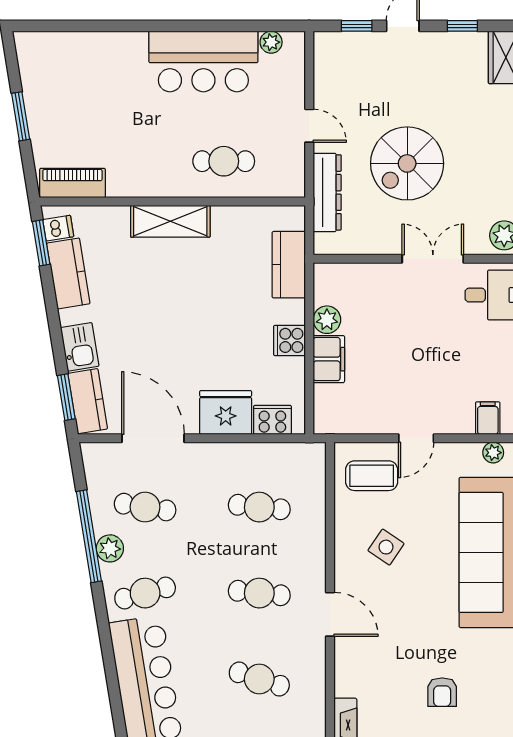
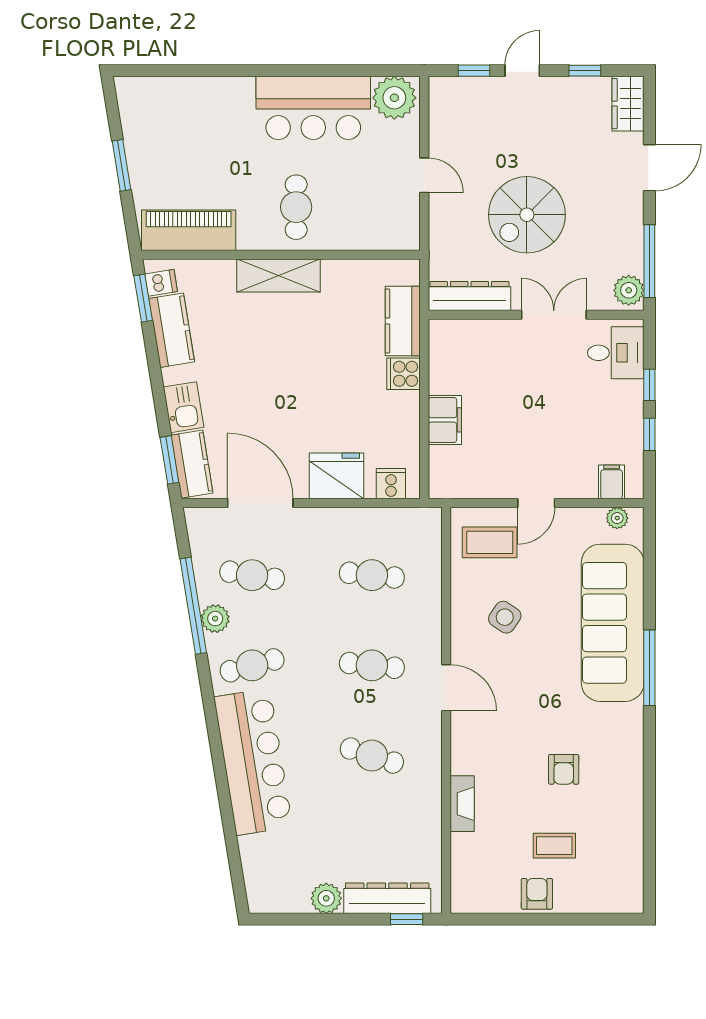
plant: (271, 42) -> (394, 98), width x1.87, depth x1.87
cafe table: (224, 161) -> (296, 207), moved, turned 90
piano: (72, 183) -> (189, 230), width x1.37, depth x1.33
dresser: (327, 192) -> (469, 296), moved, turned -90
plant: (327, 320) -> (443, 379), removed
cooker: (289, 340) -> (404, 374), moved
cooker: (272, 420) -> (391, 484), width x0.73

